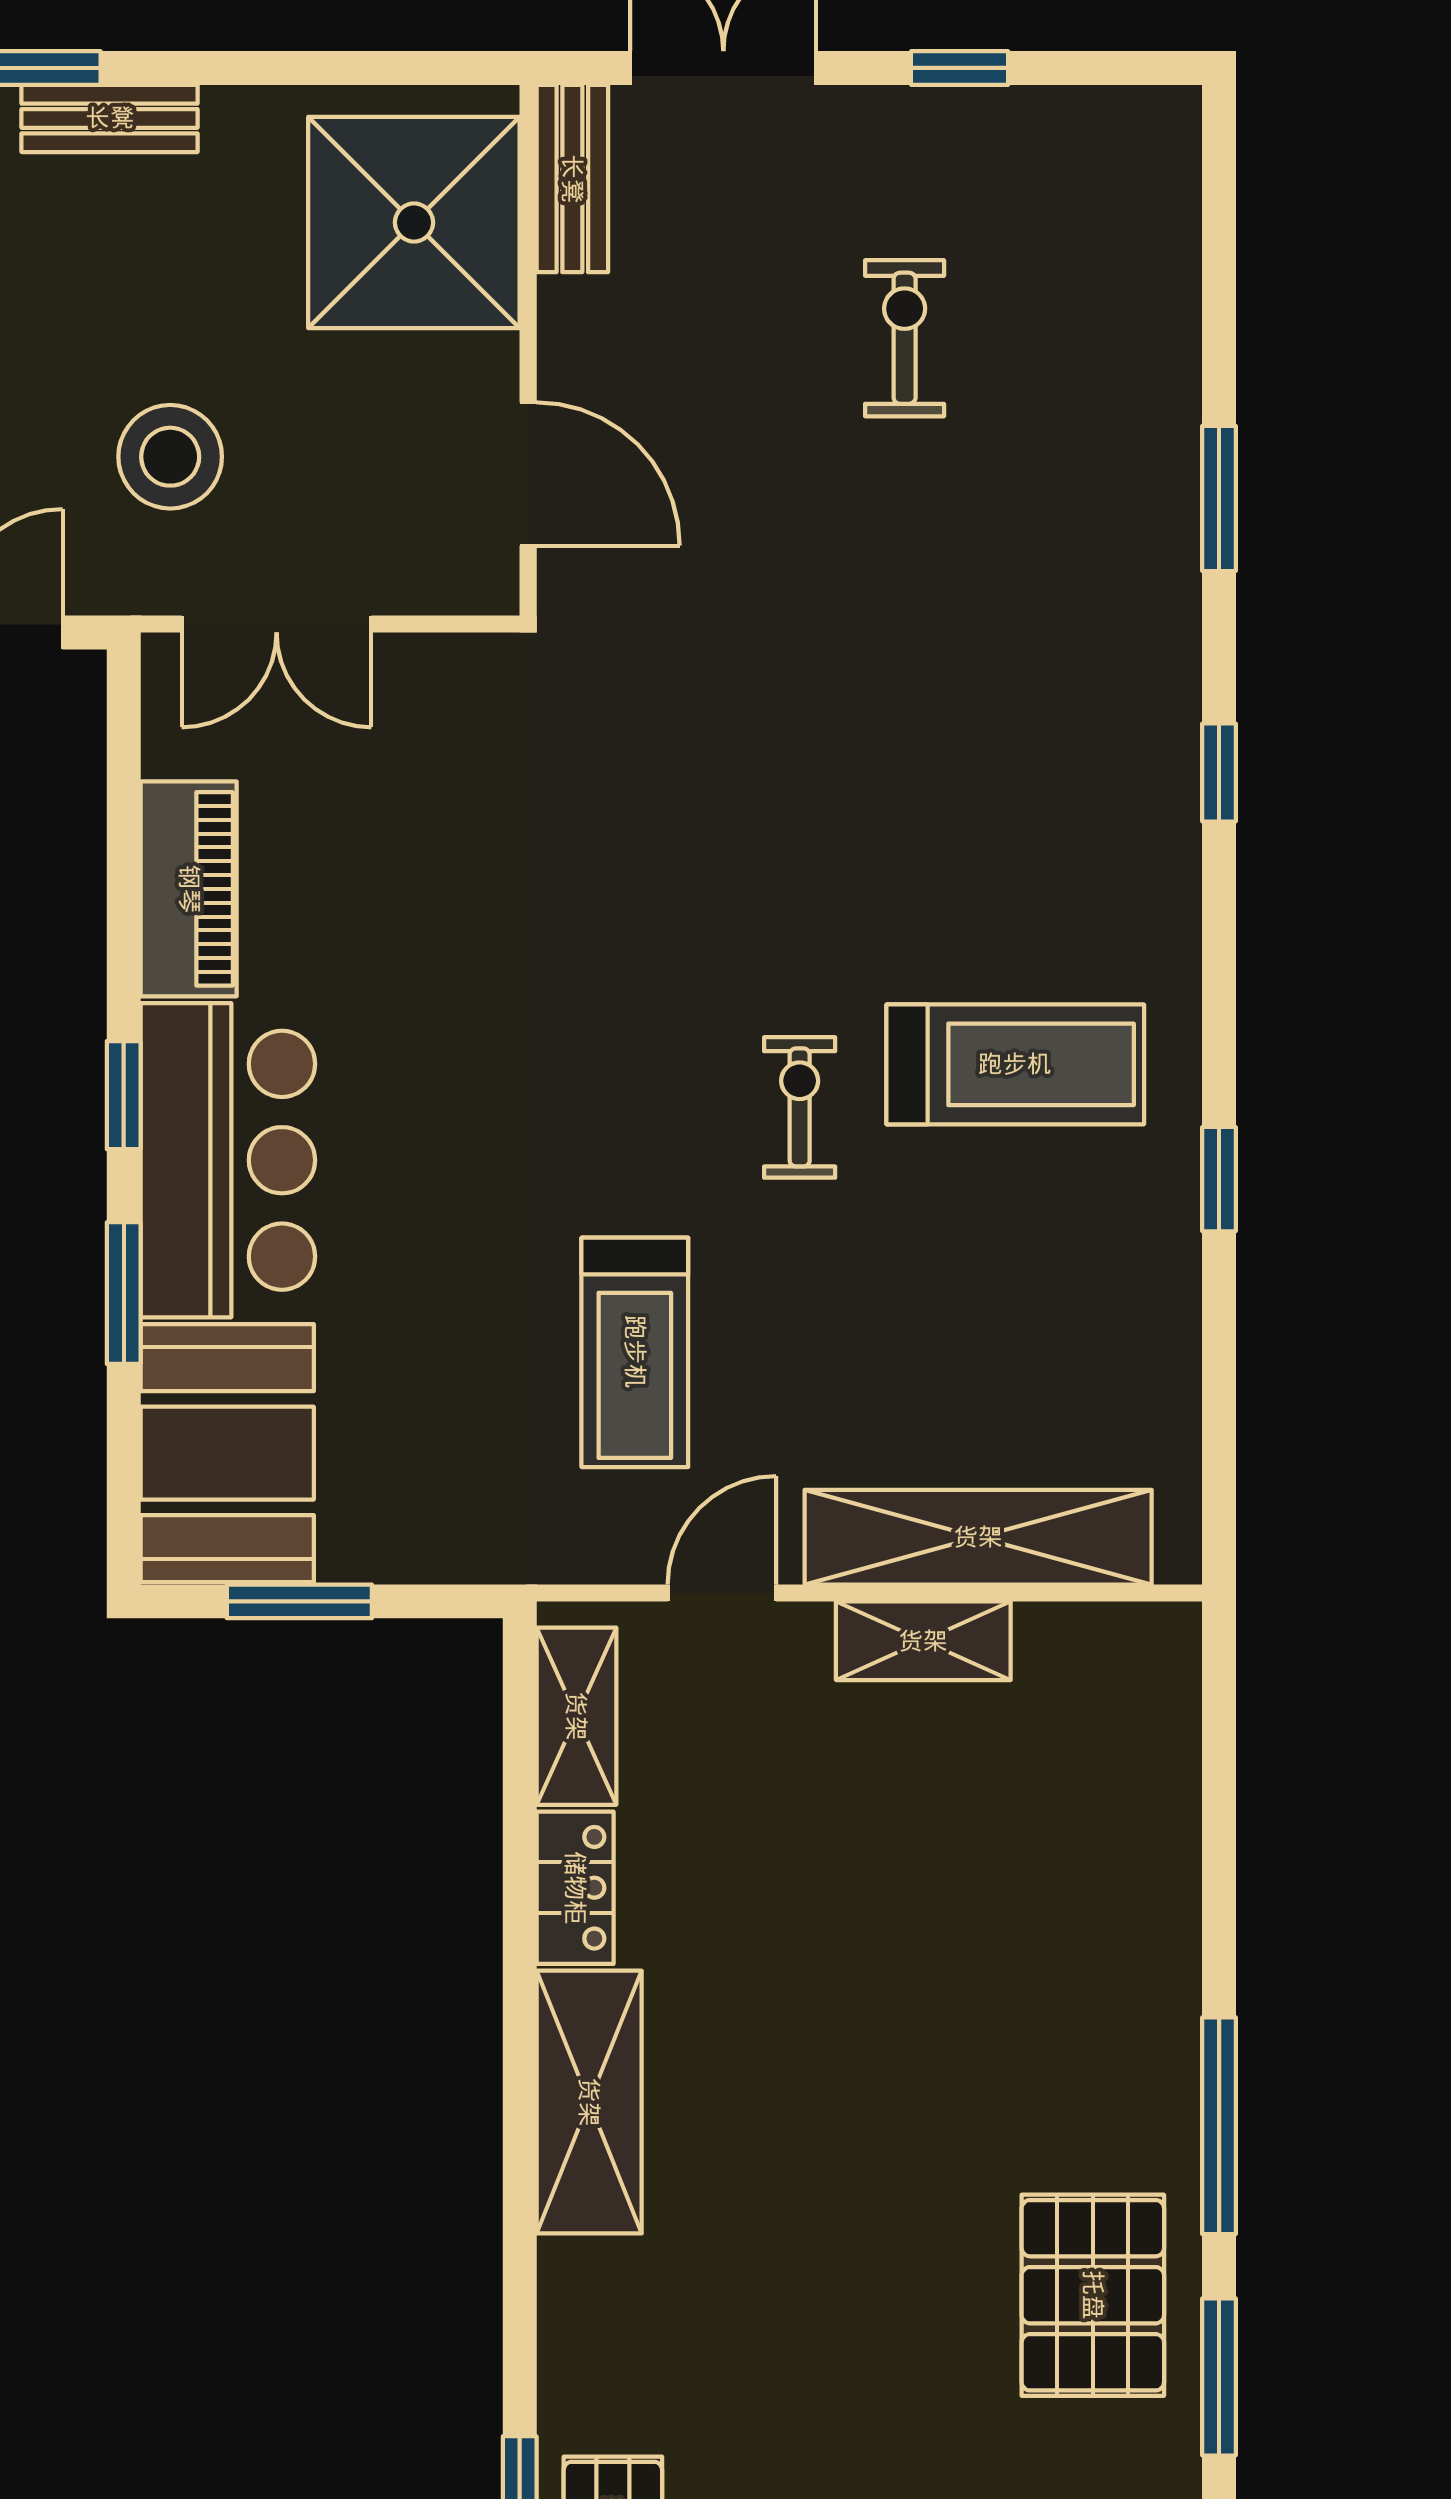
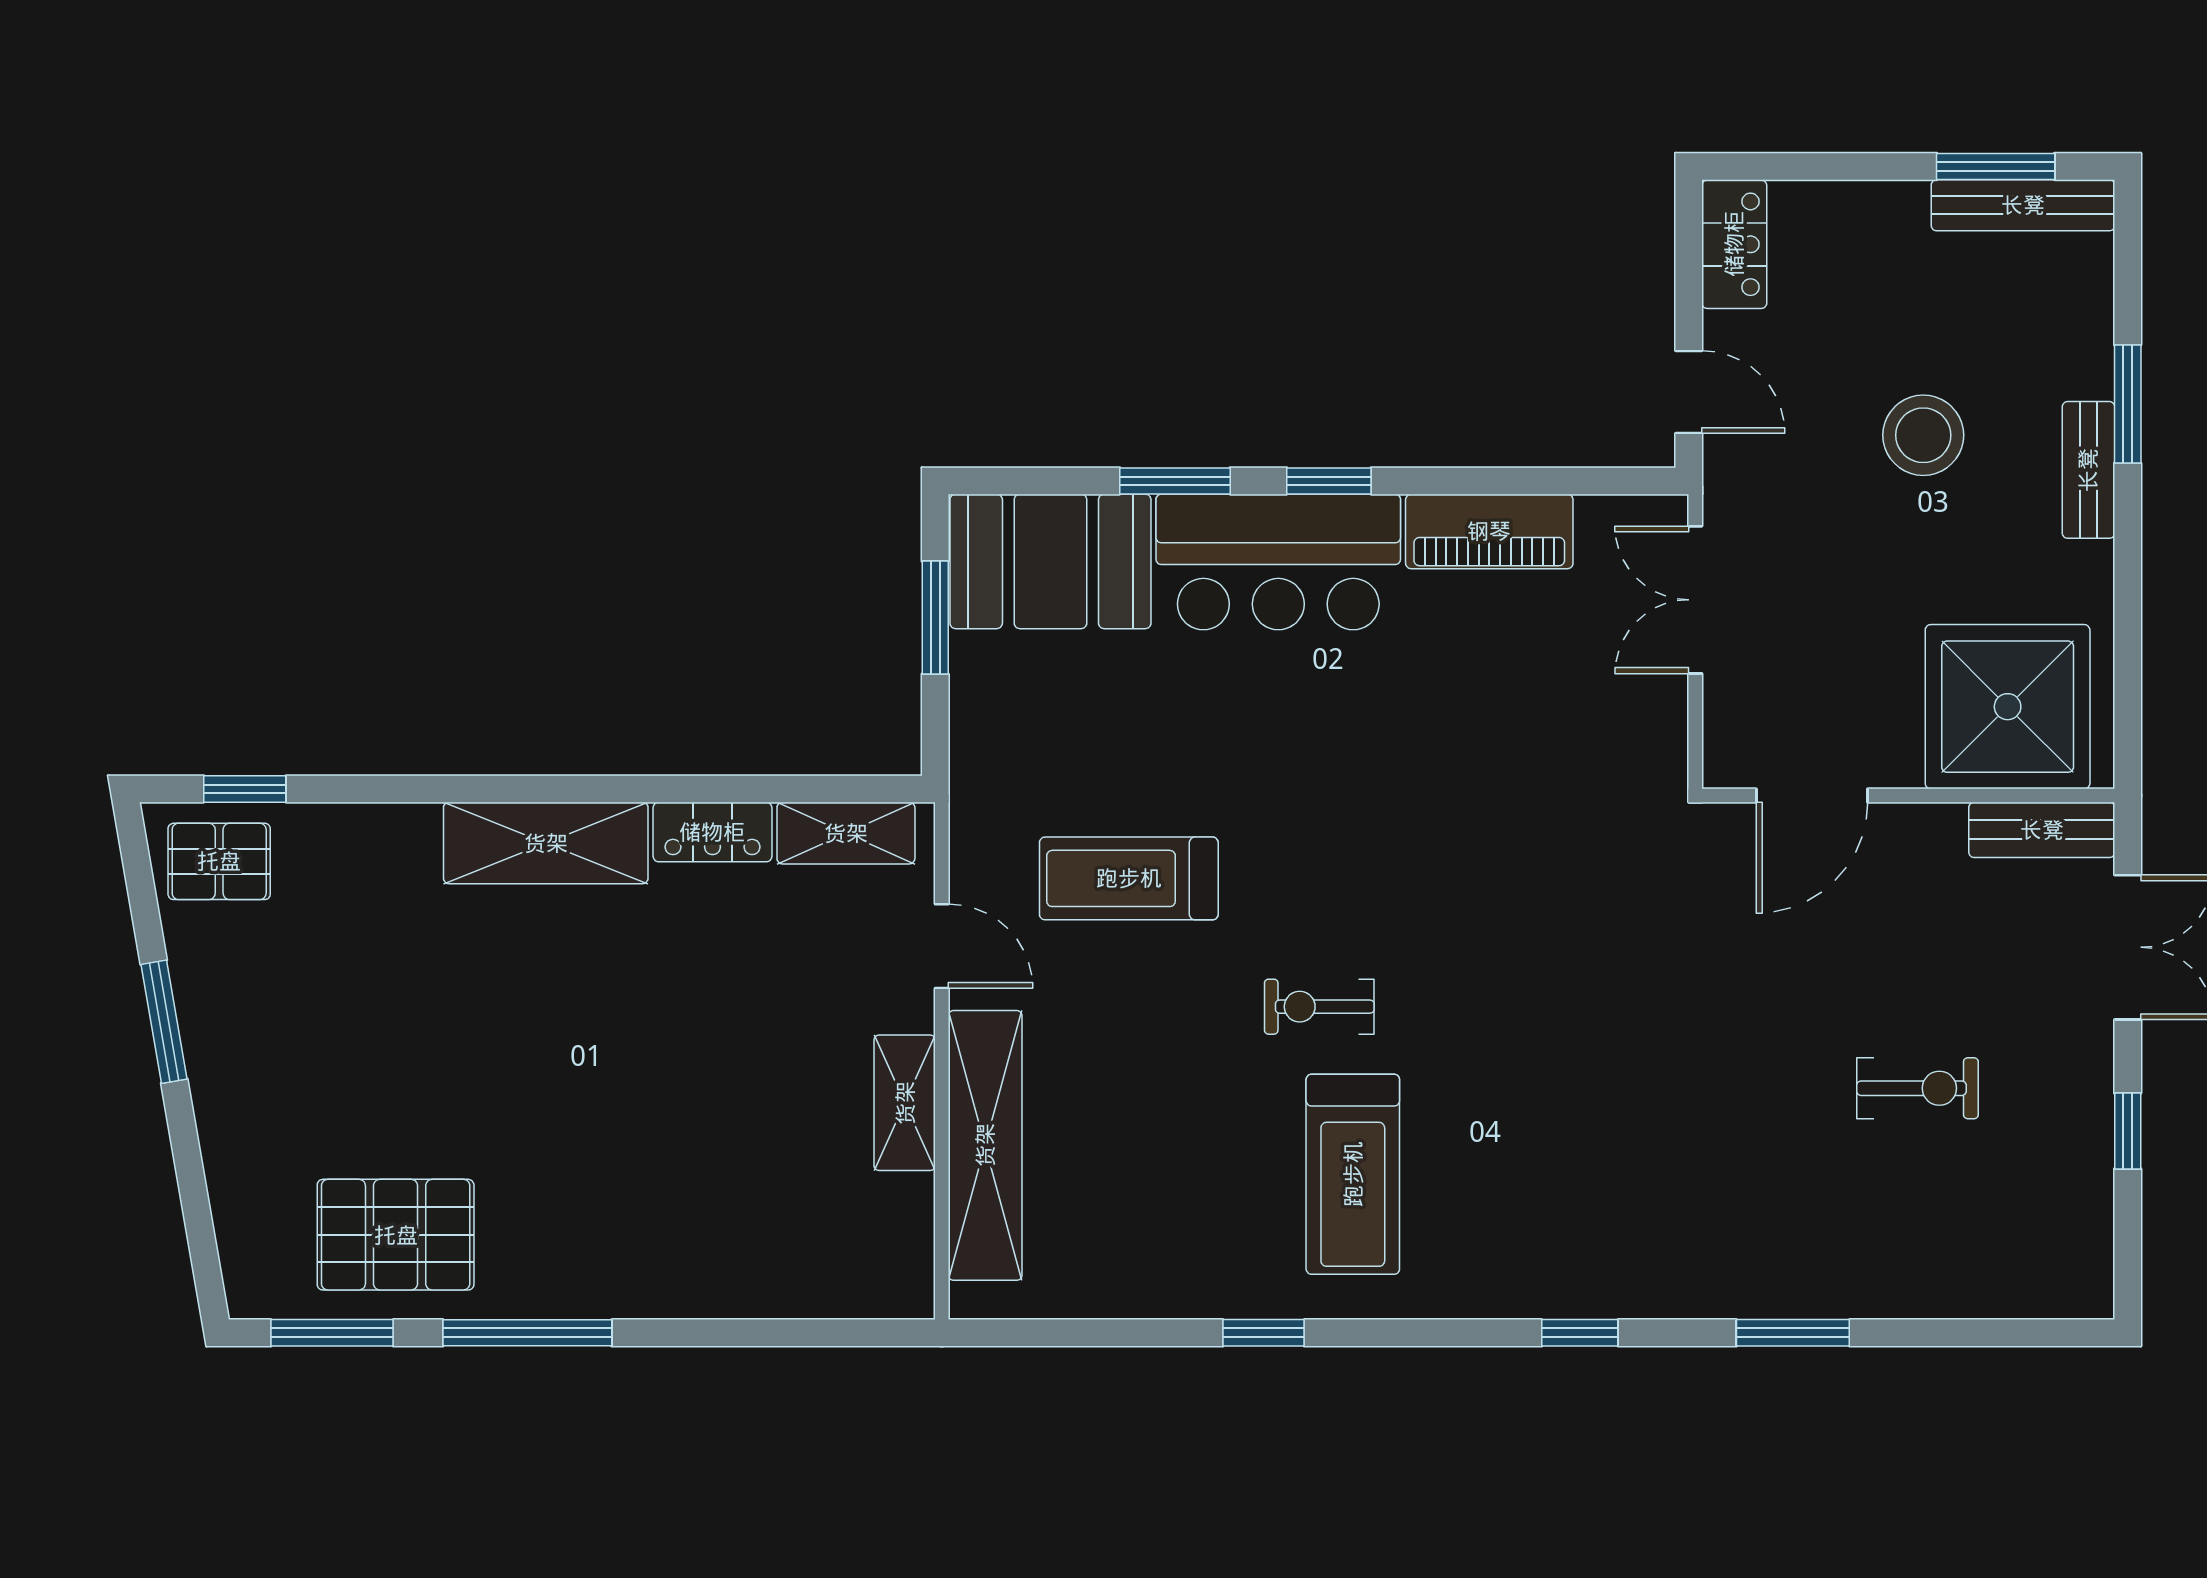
stool: (170, 457) -> (1923, 435), moved
exercise bike: (800, 1107) -> (1319, 1007), turned 180

